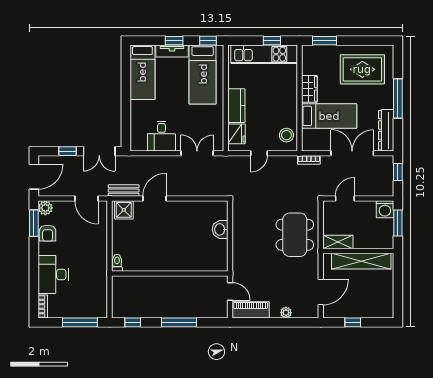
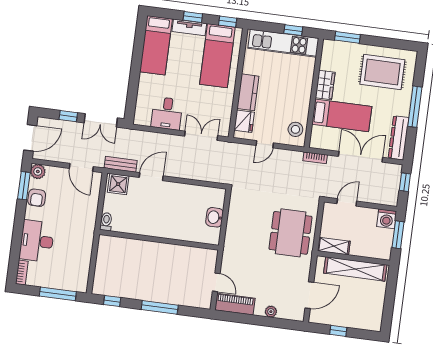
toilet: (117, 263) -> (106, 222), moved
wall: (170, 274) -> (159, 240), moved

